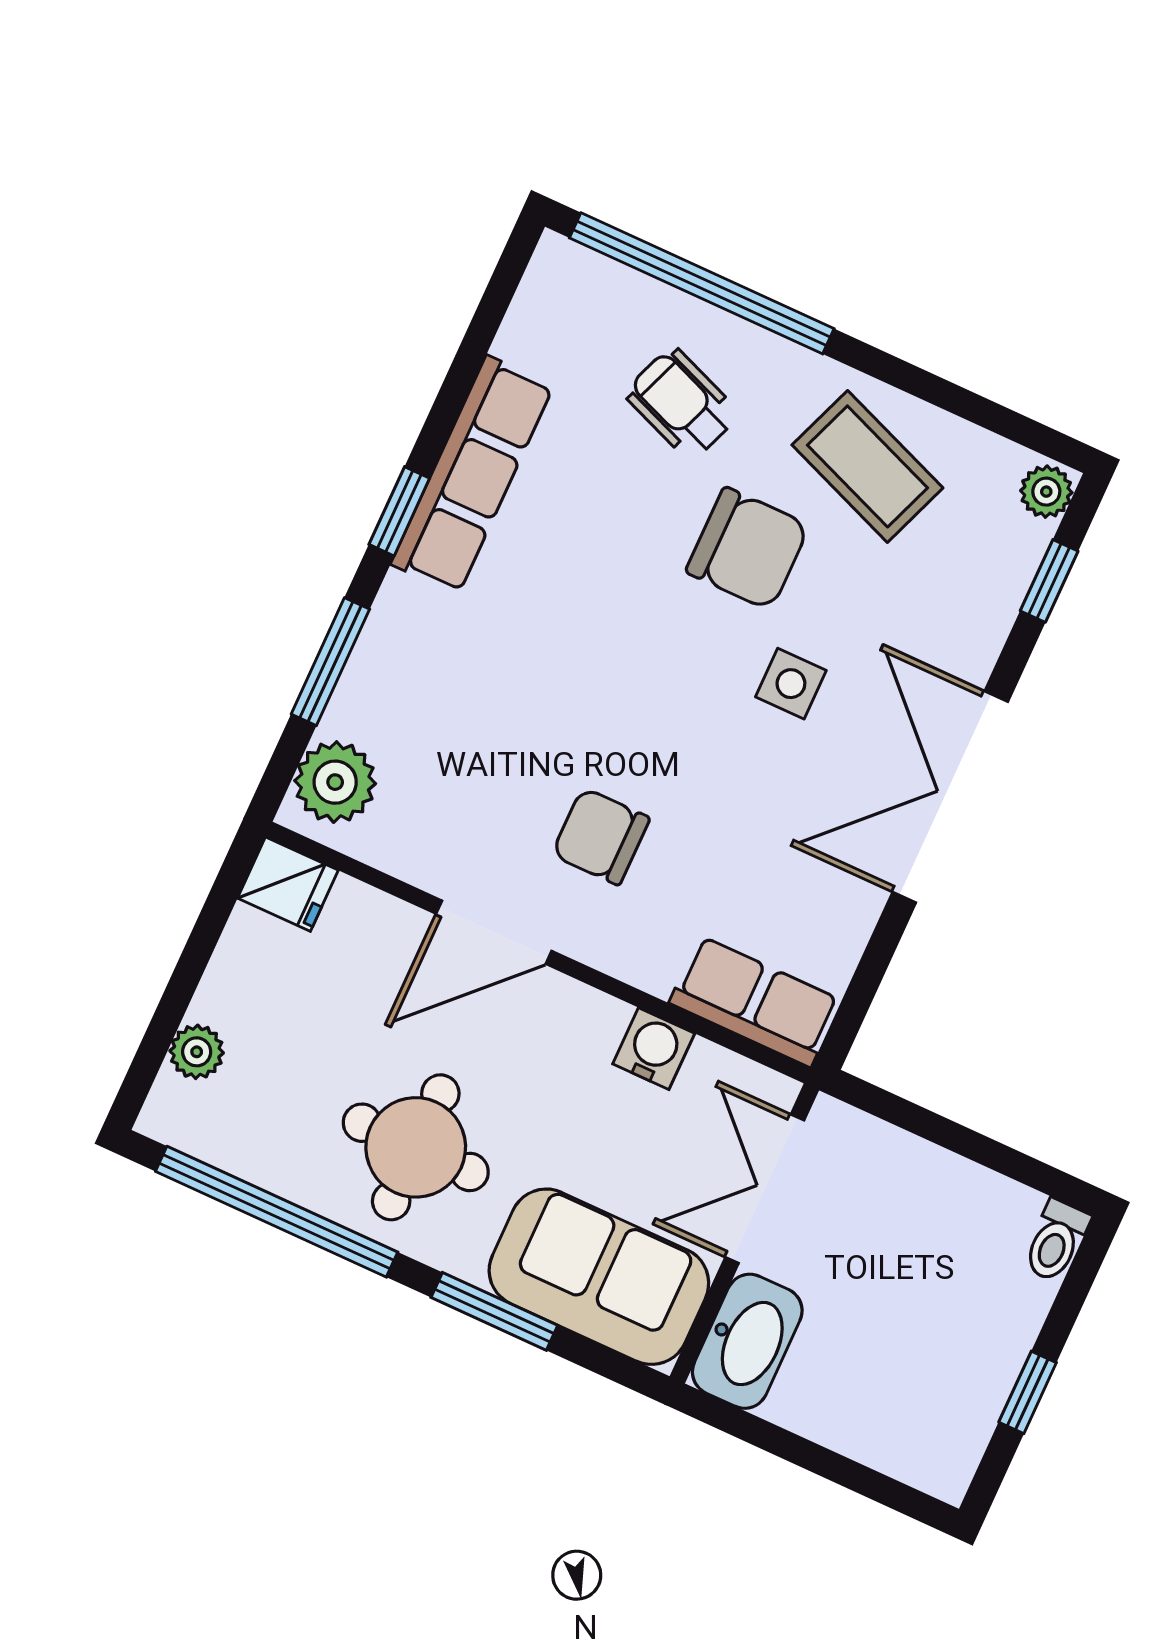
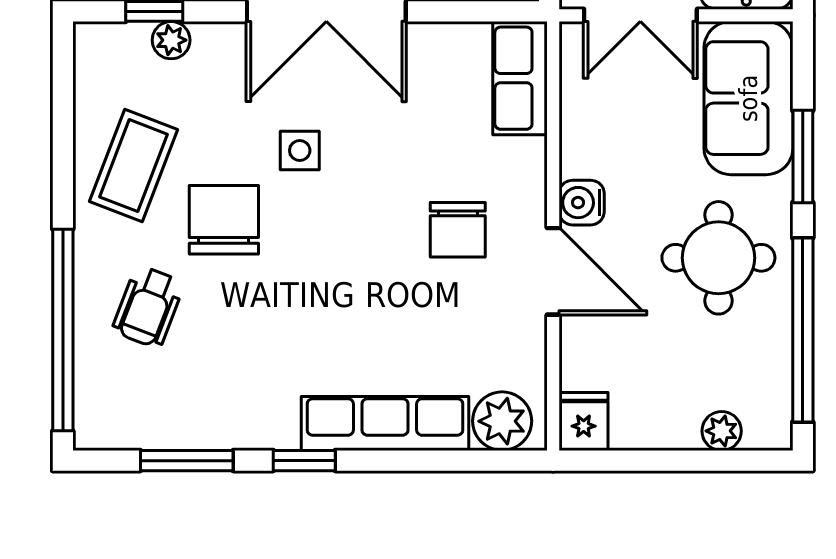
row of seats: (472, 475) -> (385, 423), moved
plant: (1046, 492) -> (171, 40), moved
window: (330, 662) -> (187, 461), moved
water cooler: (654, 1049) -> (582, 203), moved

